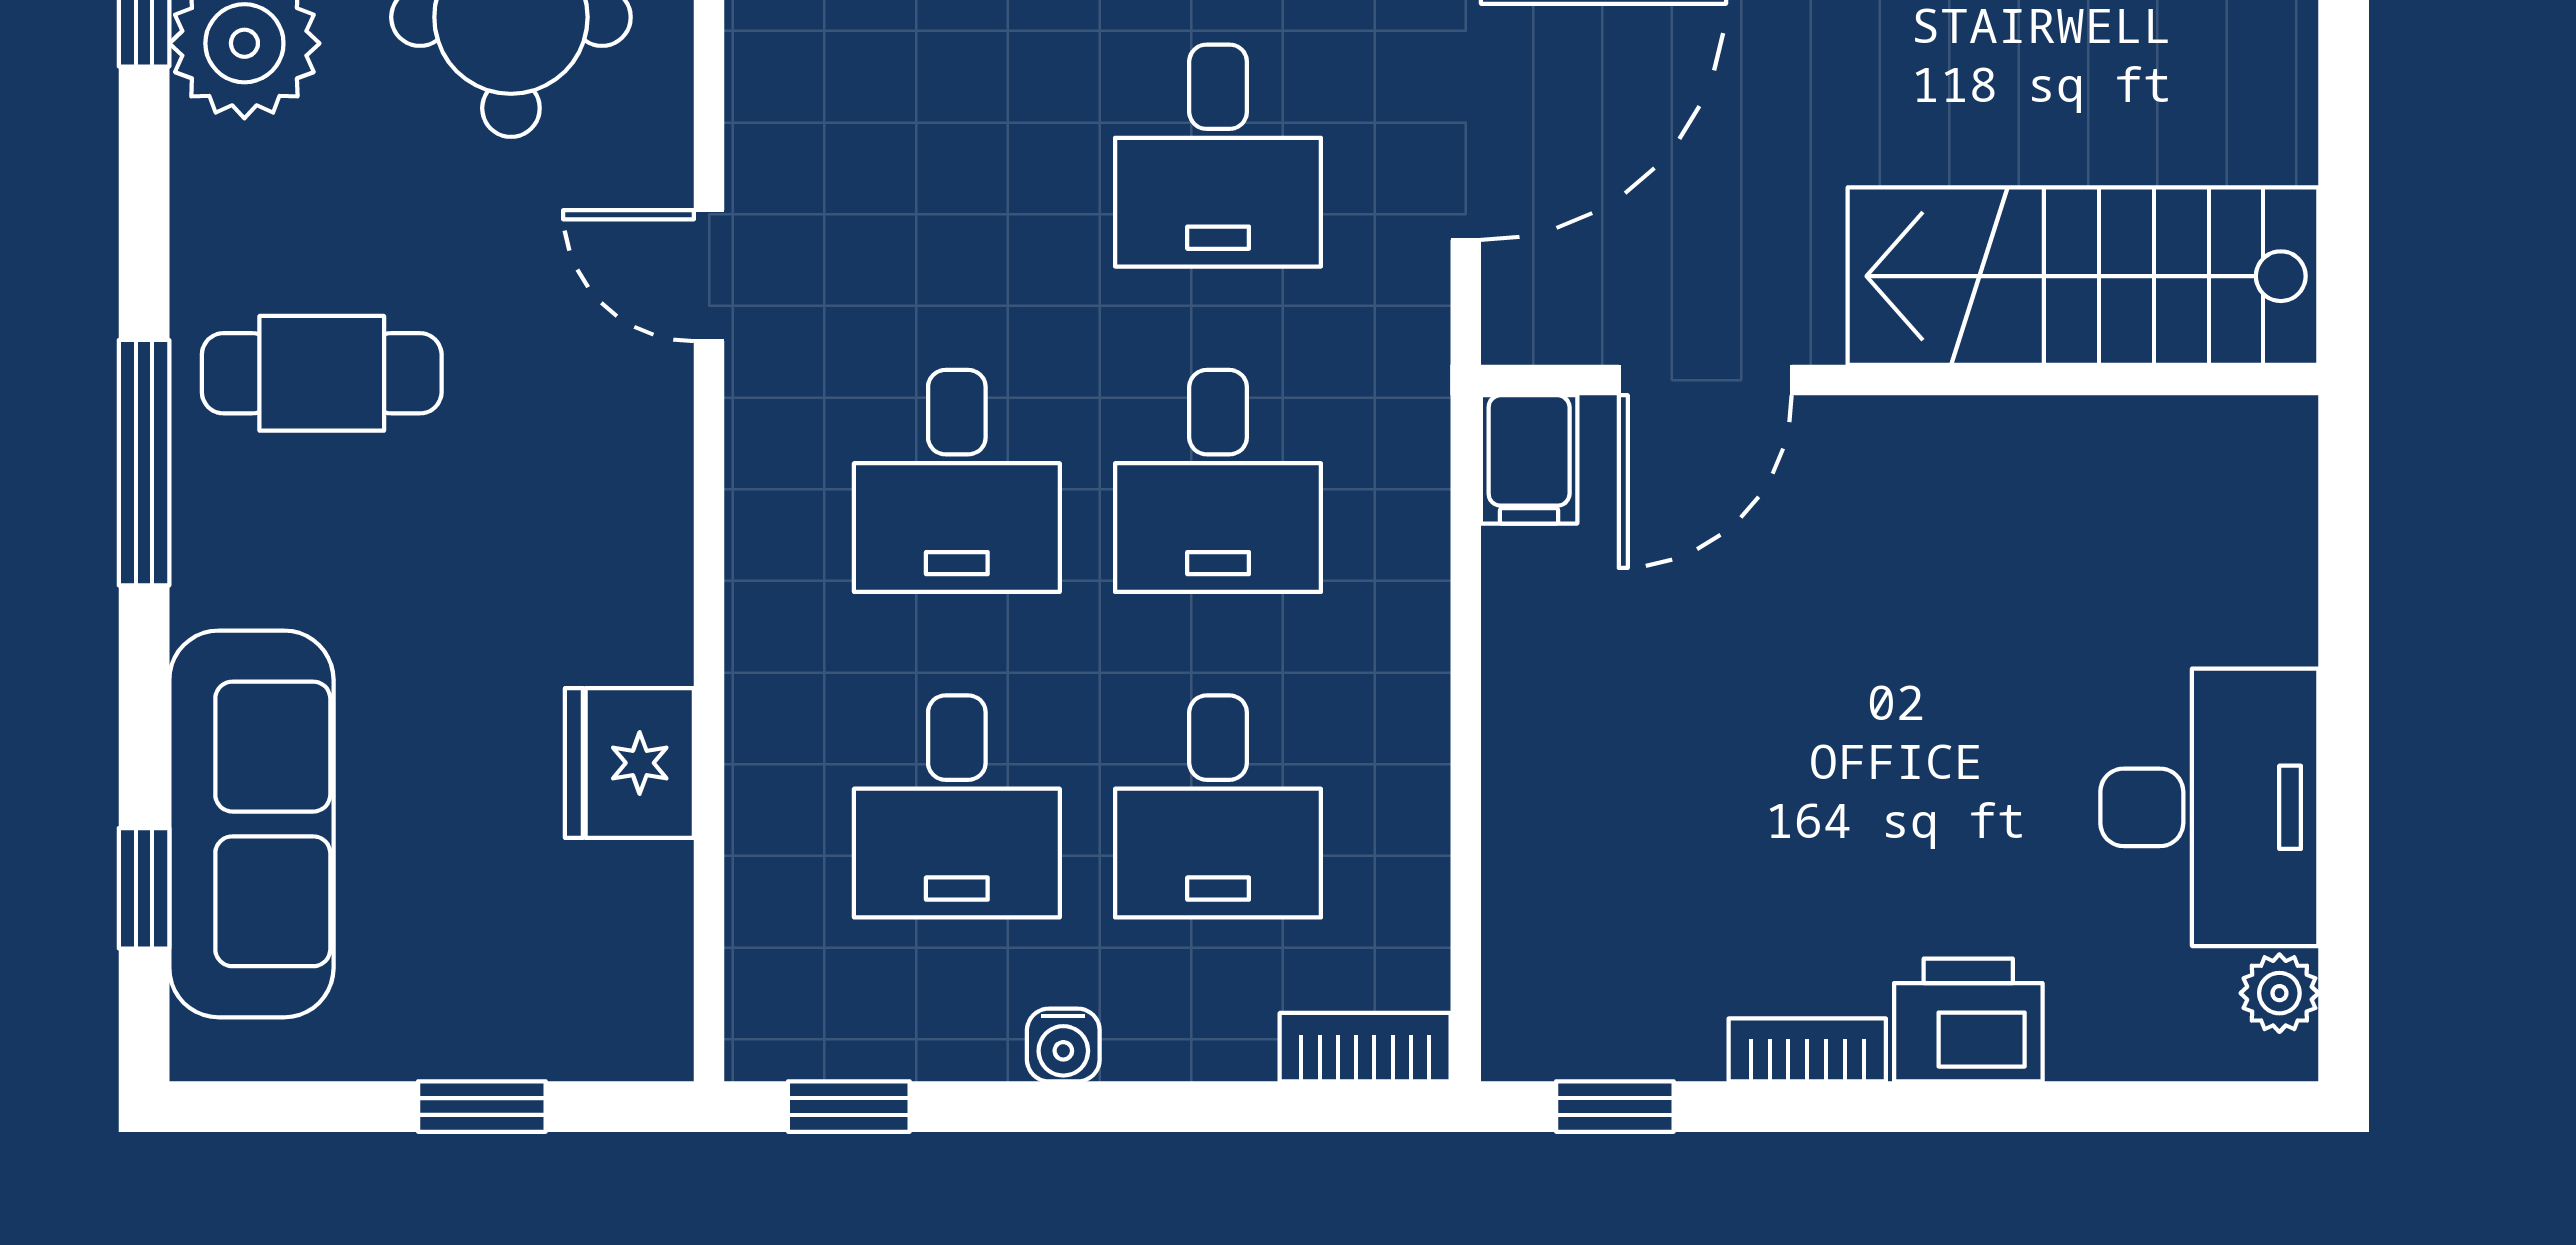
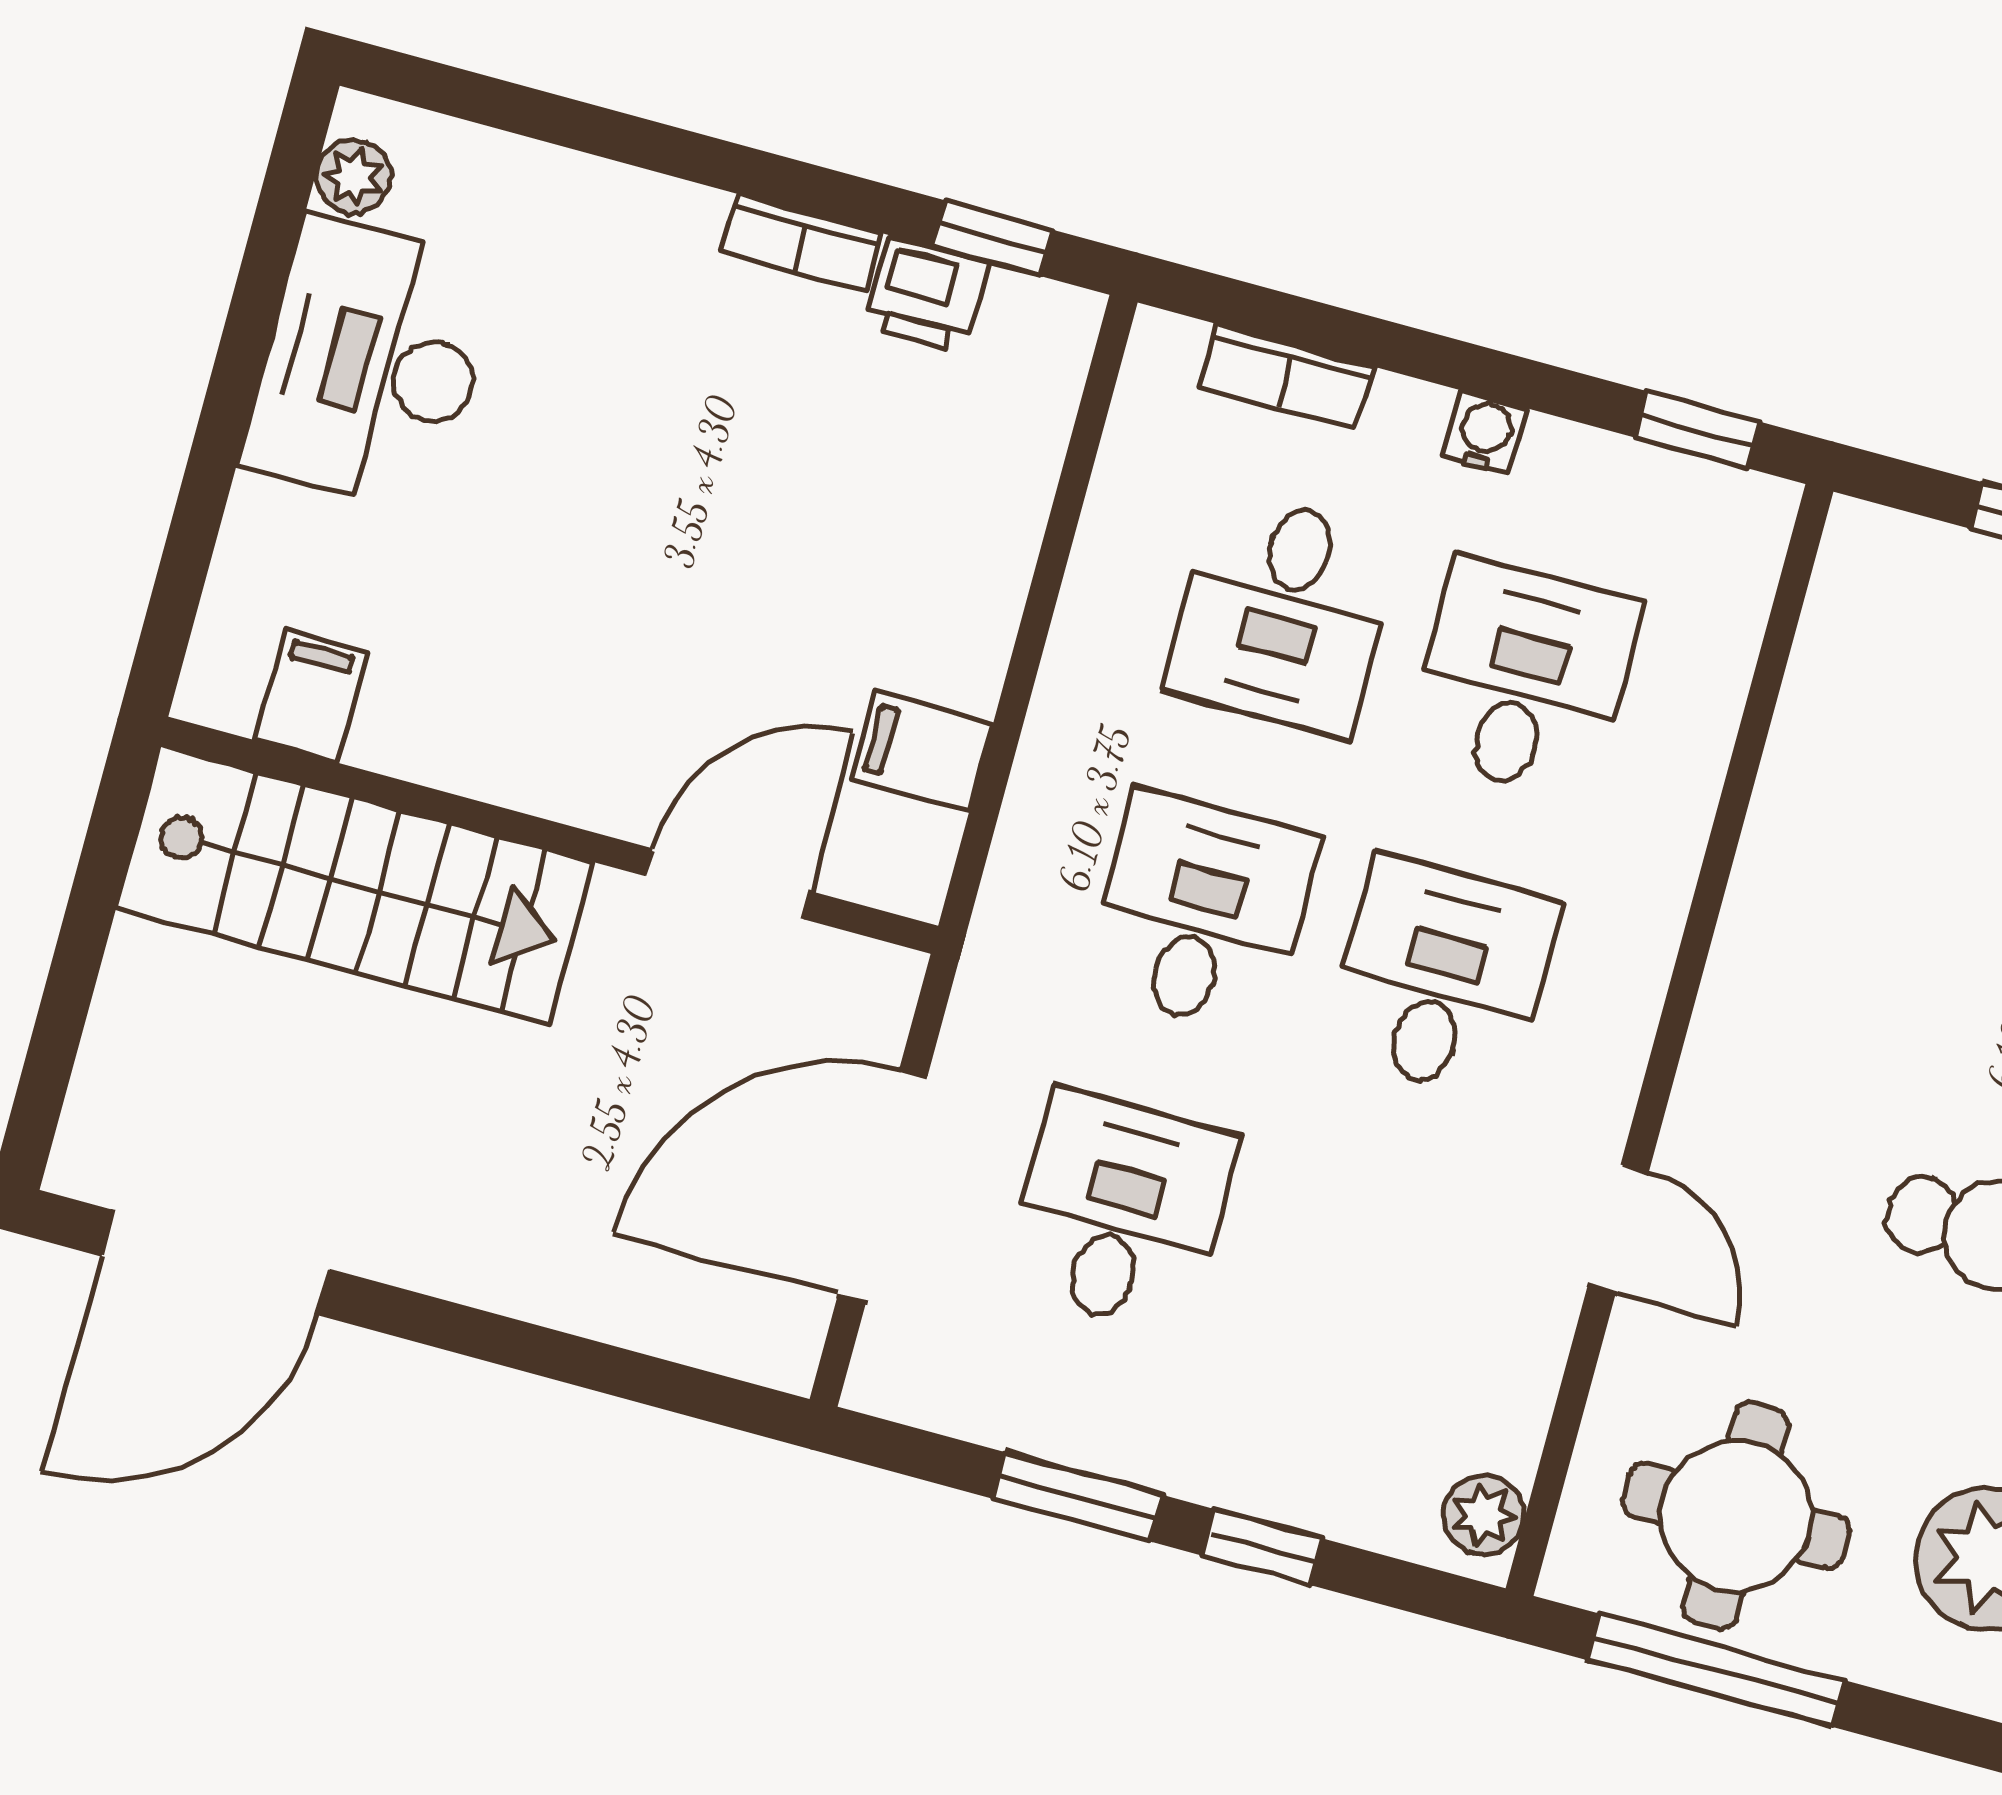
filing cabinet: (2179, 456) -> (311, 696), added
filing cabinet: (1529, 459) -> (922, 751), moved, turned -90
fridge: (629, 763) -> (1813, 800), removed
desk: (1218, 806) -> (1283, 613), turned 180
printer: (1968, 1020) -> (927, 294), moved, width x0.73, depth x0.81
bookcase: (1365, 1047) -> (1286, 377), moved

